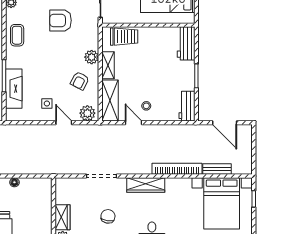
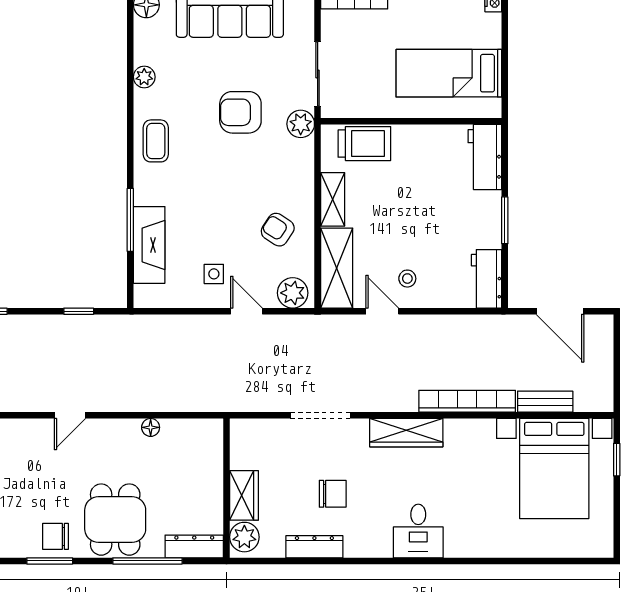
plant: (92, 57) -> (301, 124), moved
armchair: (80, 81) -> (278, 230), turned 96
chair: (108, 216) -> (333, 494), turned 80

